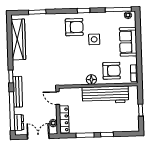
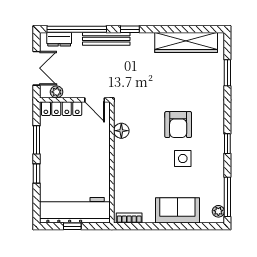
armchair: (74, 27) -> (178, 125), moved
armchair: (111, 71) -> (134, 184), removed
floor lamp: (91, 80) -> (121, 131), moved
workbench: (105, 95) -> (75, 210), moved, turned 90
door: (58, 98) -> (95, 100), swing flipped

